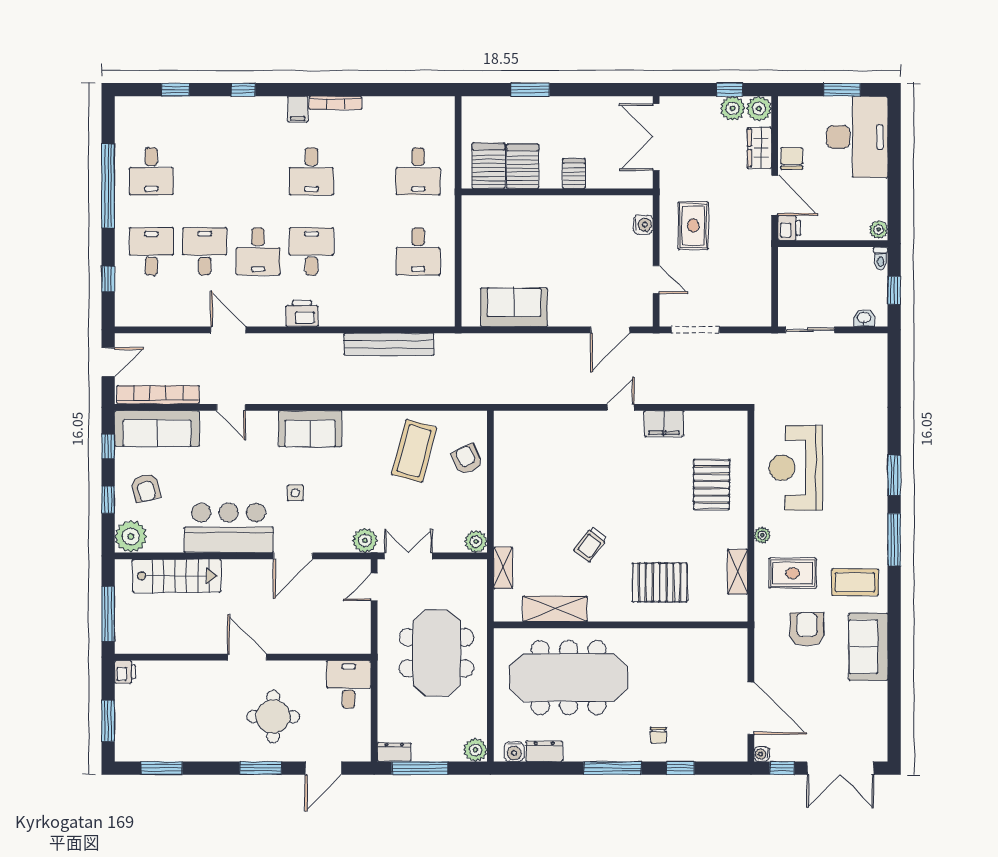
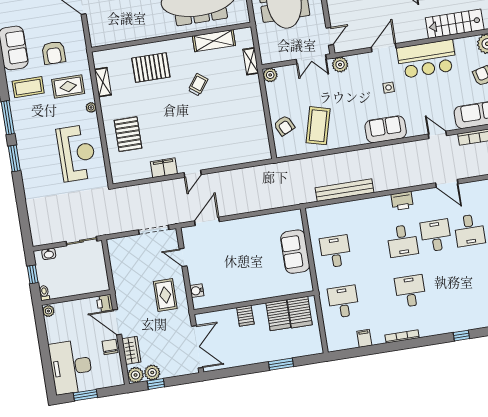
filing cabinet: (298, 109) -> (364, 338), moved
chair: (792, 159) -> (110, 347), turned 180
sofa: (514, 307) -> (295, 252), moved, turned 90

